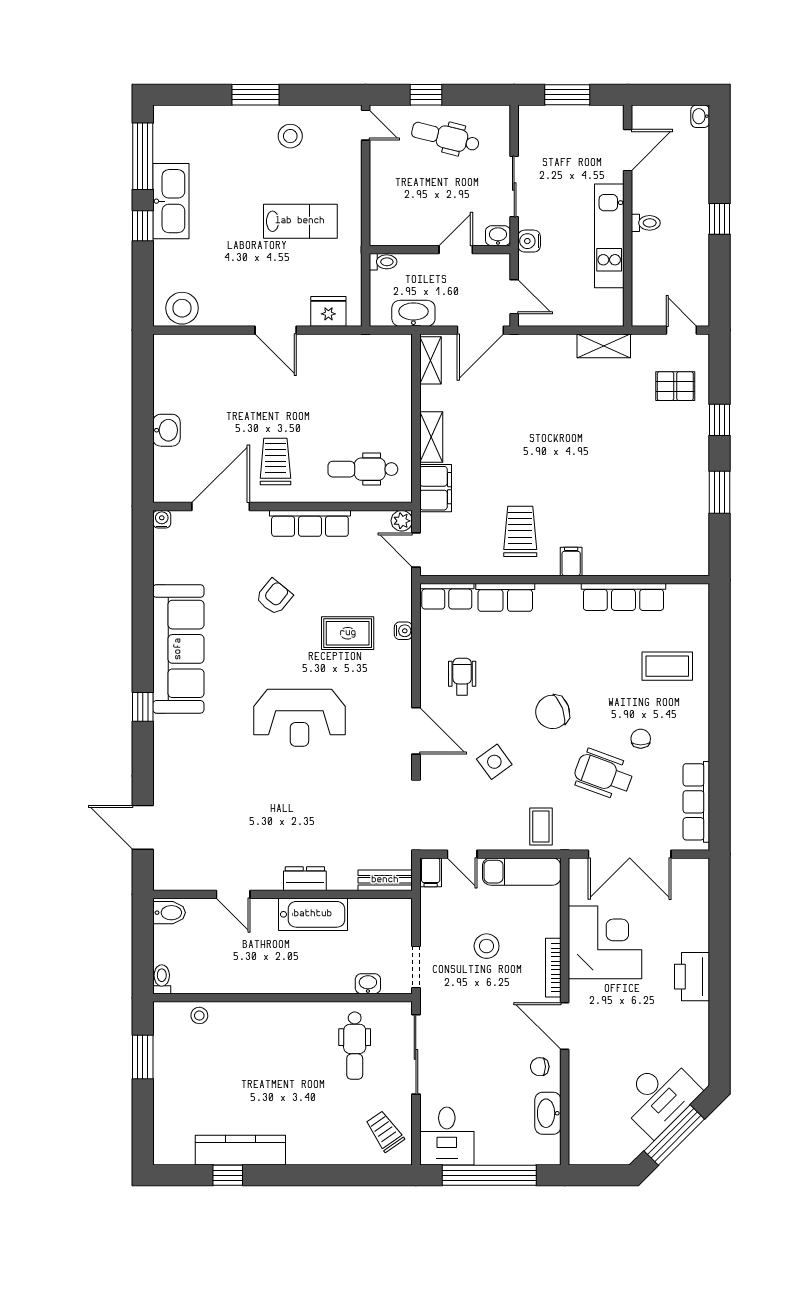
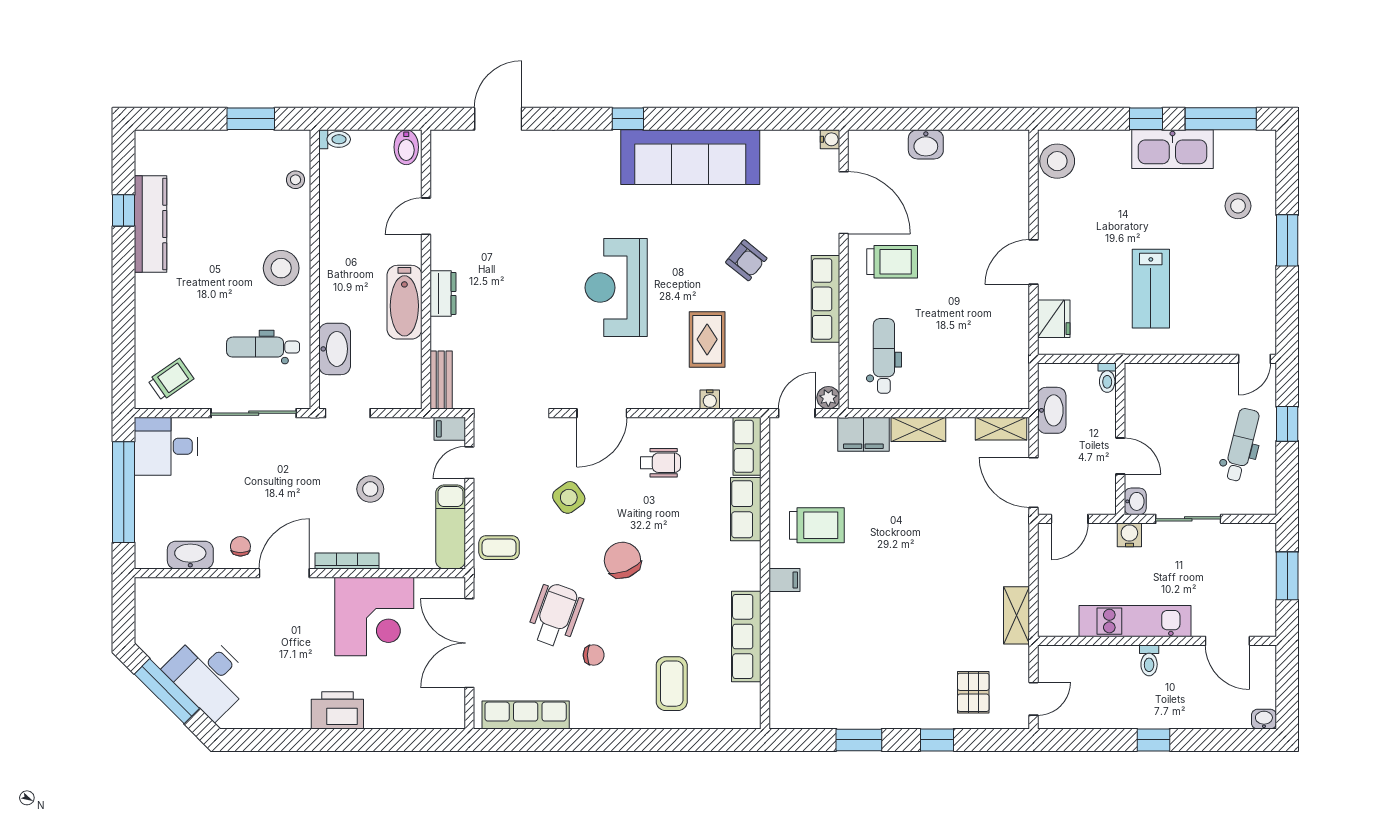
stool: (290, 136) -> (1238, 206), moved
washbasin: (368, 984) -> (335, 349), width x1.91, depth x1.45
stool: (281, 1029) -> (281, 268), added

